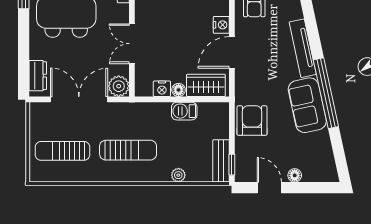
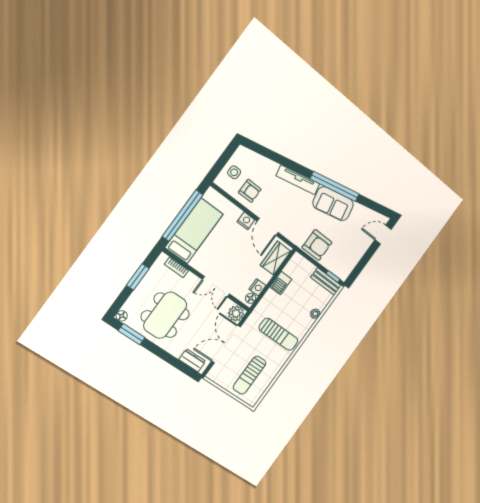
floor lamp: (179, 90) -> (251, 298), moved
armchair: (252, 121) -> (317, 245), turned 180
sun lounger: (128, 150) -> (278, 334), turned 90
floor lamp: (295, 175) -> (367, 243), removed
door: (269, 188) -> (383, 235), moved

